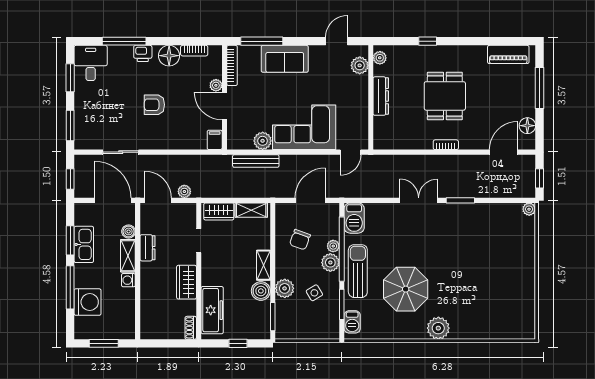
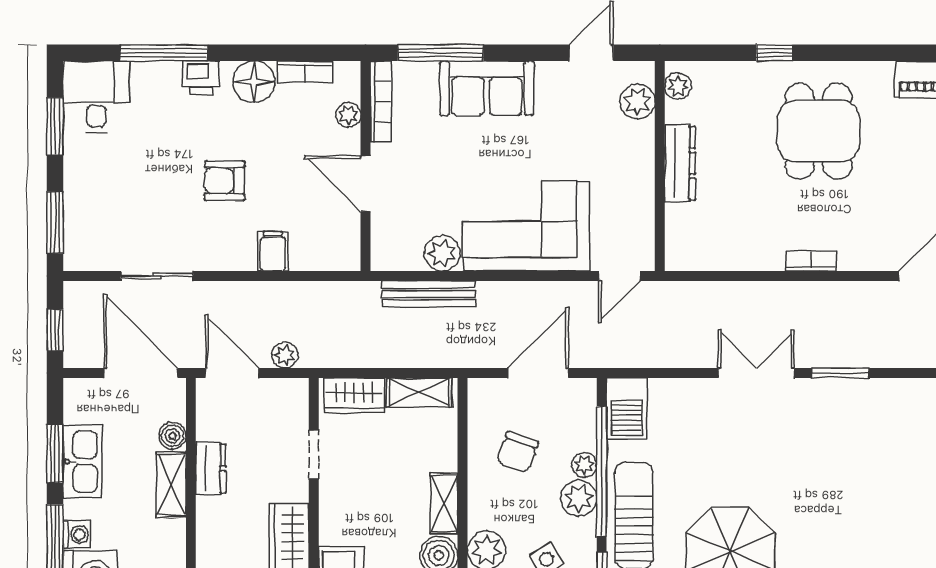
plant: (216, 85) -> (348, 115), moved
dining table: (445, 96) -> (818, 131), moved
filing cabinet: (215, 140) -> (273, 251), moved
washing machine: (128, 280) -> (77, 534), moved, turned 180

